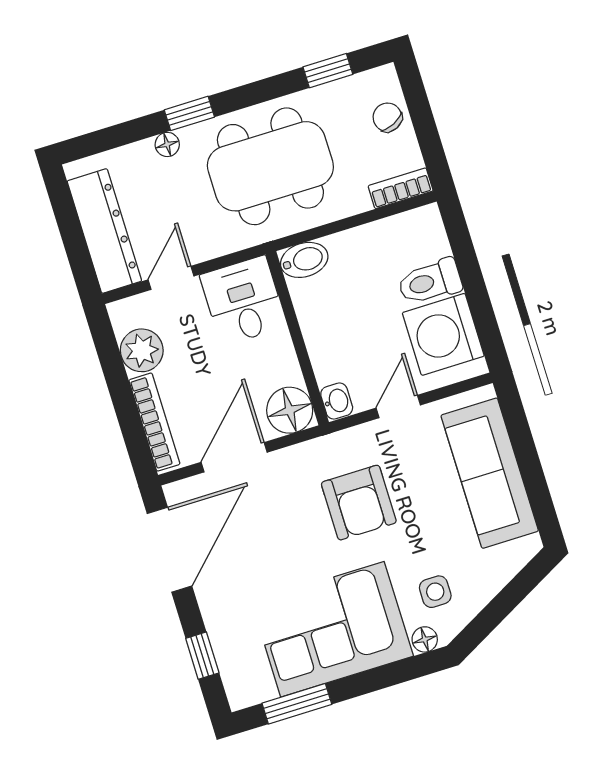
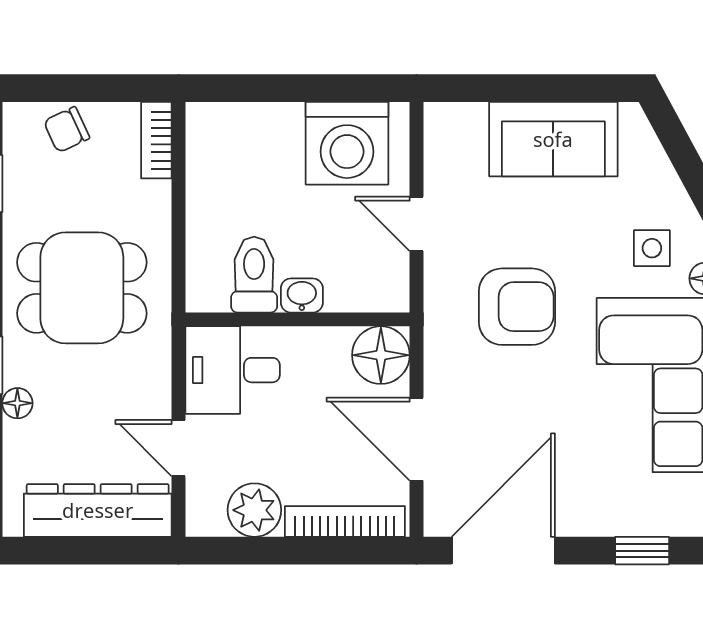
dining table: (270, 166) -> (82, 288), width x0.73
bidet: (304, 260) -> (206, 282), removed
toilet: (430, 282) -> (254, 275), moved, turned 180
washbasin: (337, 401) -> (302, 295), moved
sofa: (490, 473) -> (553, 139), width x0.73
door: (170, 550) -> (503, 551), hinge flipped

